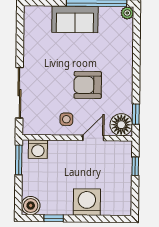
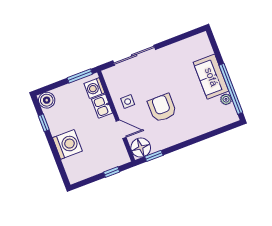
plant: (127, 13) -> (226, 99), moved
kitchen sink: (60, 149) -> (102, 106), added

